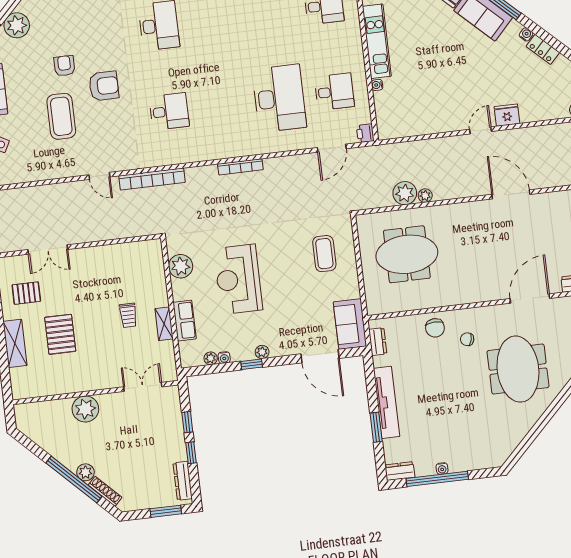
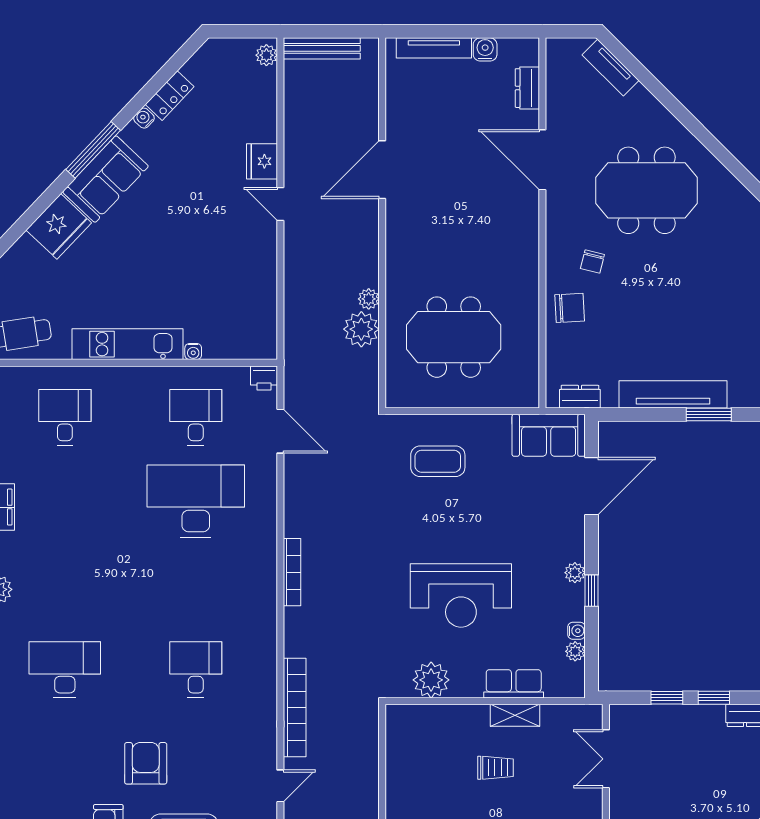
meeting table: (407, 254) -> (454, 337), turned 90

